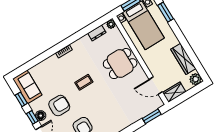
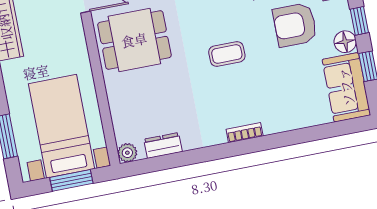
dining table: (120, 64) -> (134, 40), moved
floor lamp: (41, 116) -> (345, 42), moved

